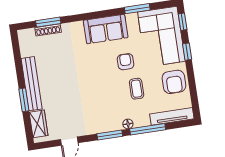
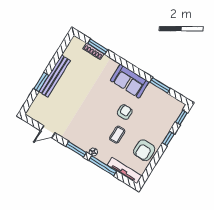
corner sofa: (161, 37) -> (160, 115), removed
wardrobe: (39, 124) -> (38, 105), removed

